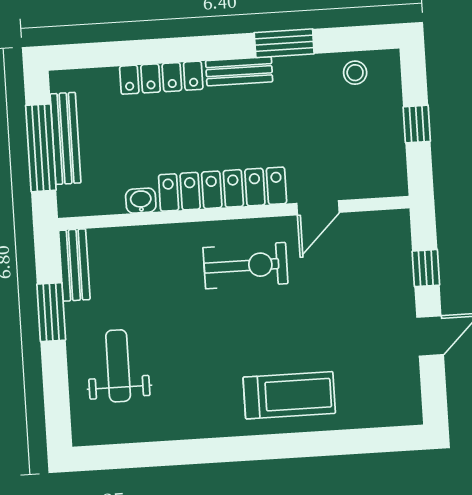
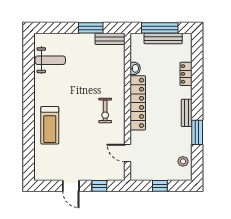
locker: (161, 78) -> (186, 74), width x0.66
door: (318, 208) -> (127, 153), moved
exercise bike: (246, 266) -> (105, 110), width x0.73, depth x0.72
weight bench: (118, 366) -> (50, 60), moved

